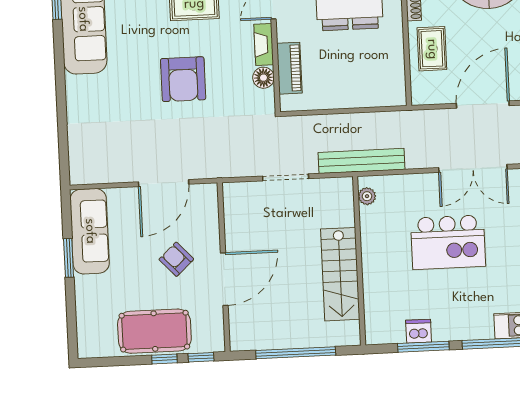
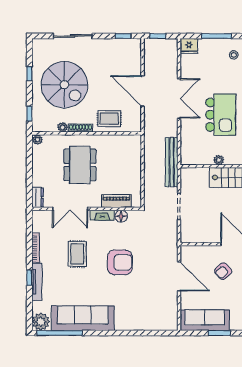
plant: (367, 196) -> (219, 160), moved

